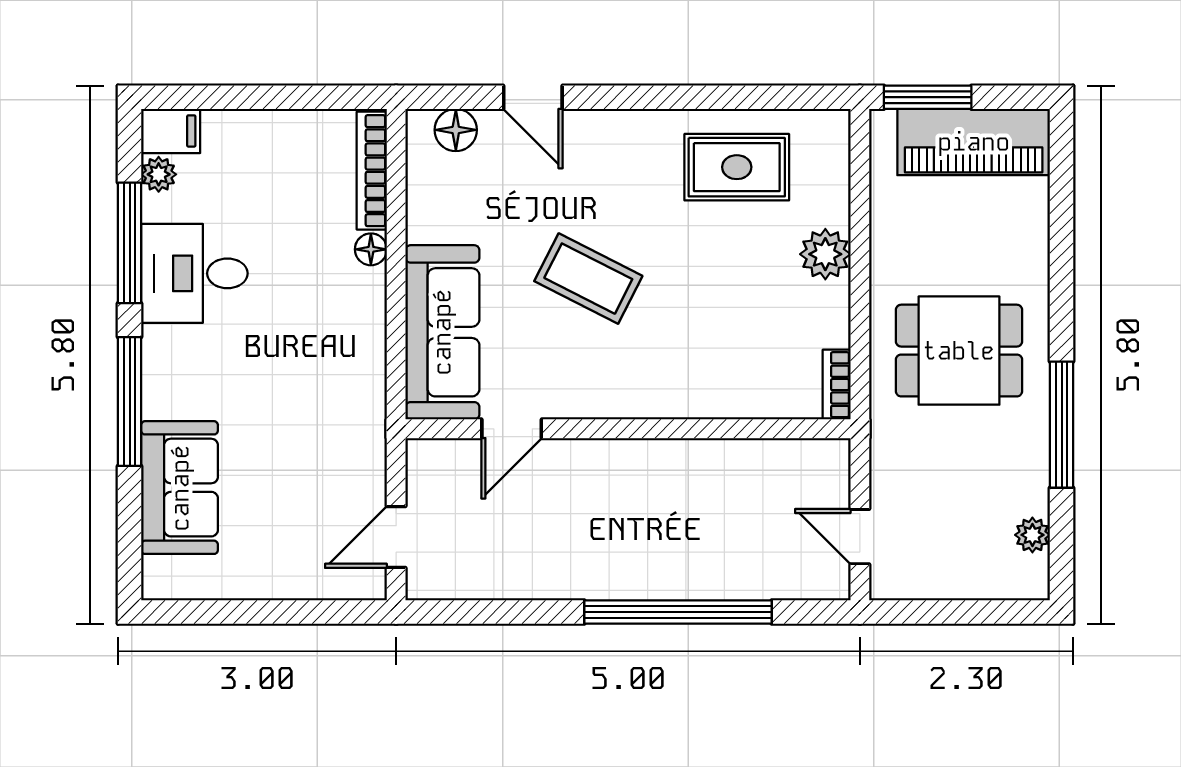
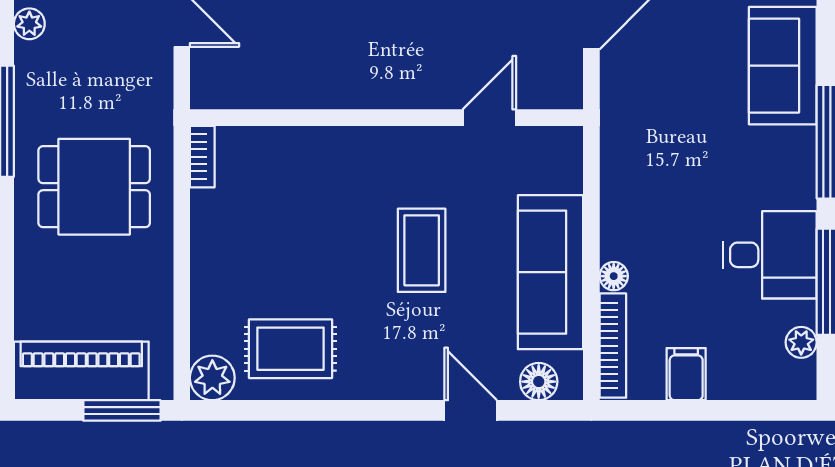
filing cabinet: (171, 131) -> (686, 374), moved, turned 90
plant: (825, 254) -> (212, 378), moved
coffee table: (588, 279) -> (422, 250), turned 63
sofa: (442, 332) -> (550, 272), moved

